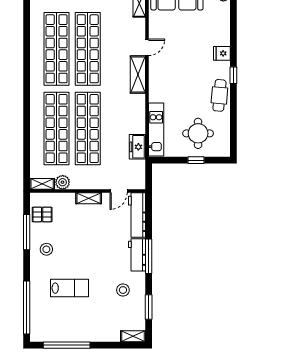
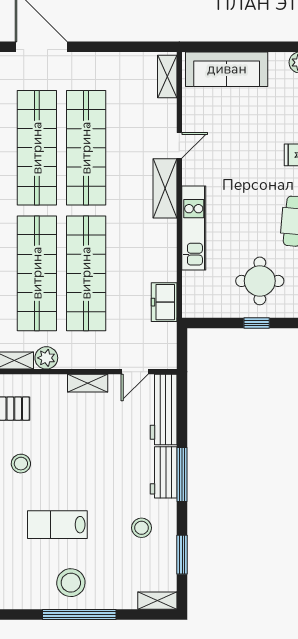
kitchen unit: (156, 129) -> (194, 228), moved
lab bench: (70, 288) -> (57, 525), turned 180
stool: (78, 325) -> (71, 583), added
window: (67, 345) -> (79, 614), moved

